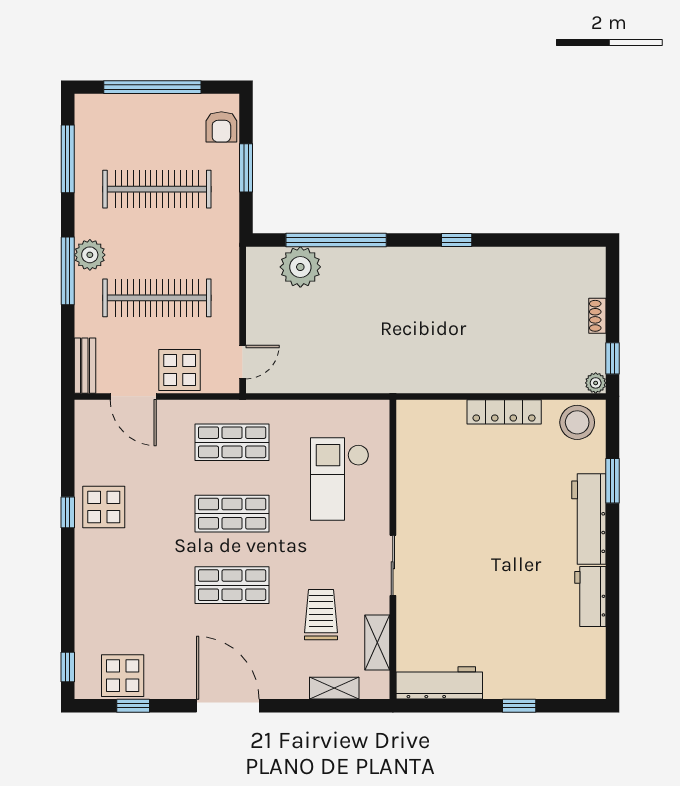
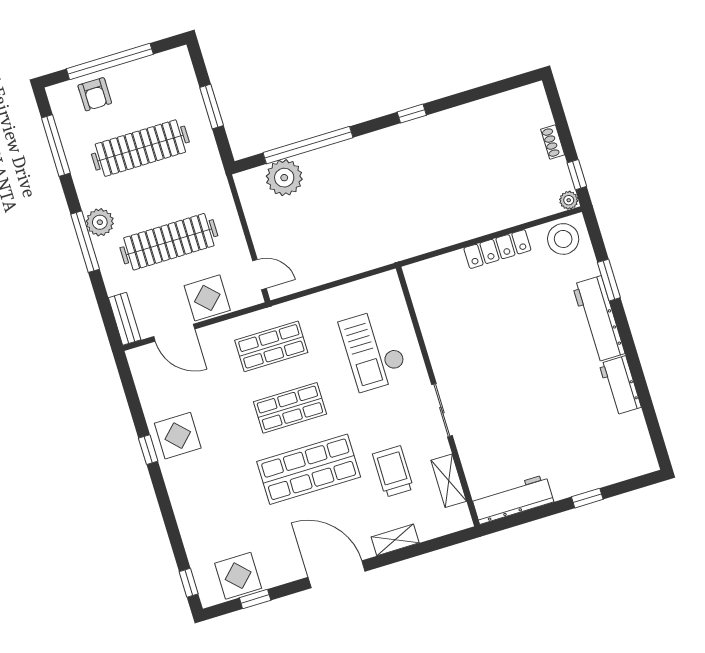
armchair: (221, 127) -> (95, 94), moved
door: (243, 362) -> (259, 275), hinge flipped
shop shelf: (232, 585) -> (309, 469), width x1.43, depth x1.36
shelving: (334, 688) -> (395, 540), moved

